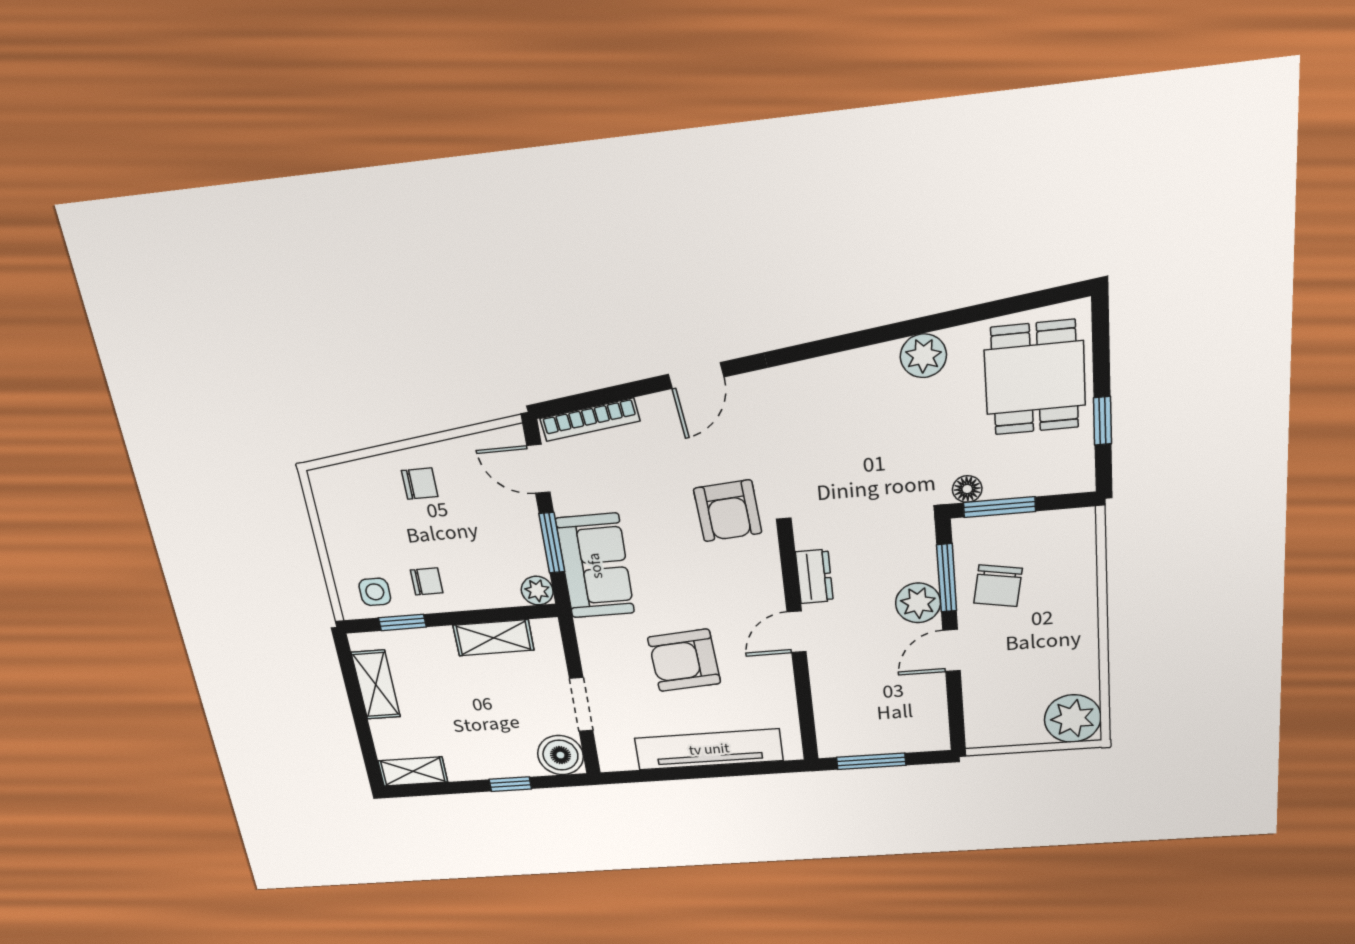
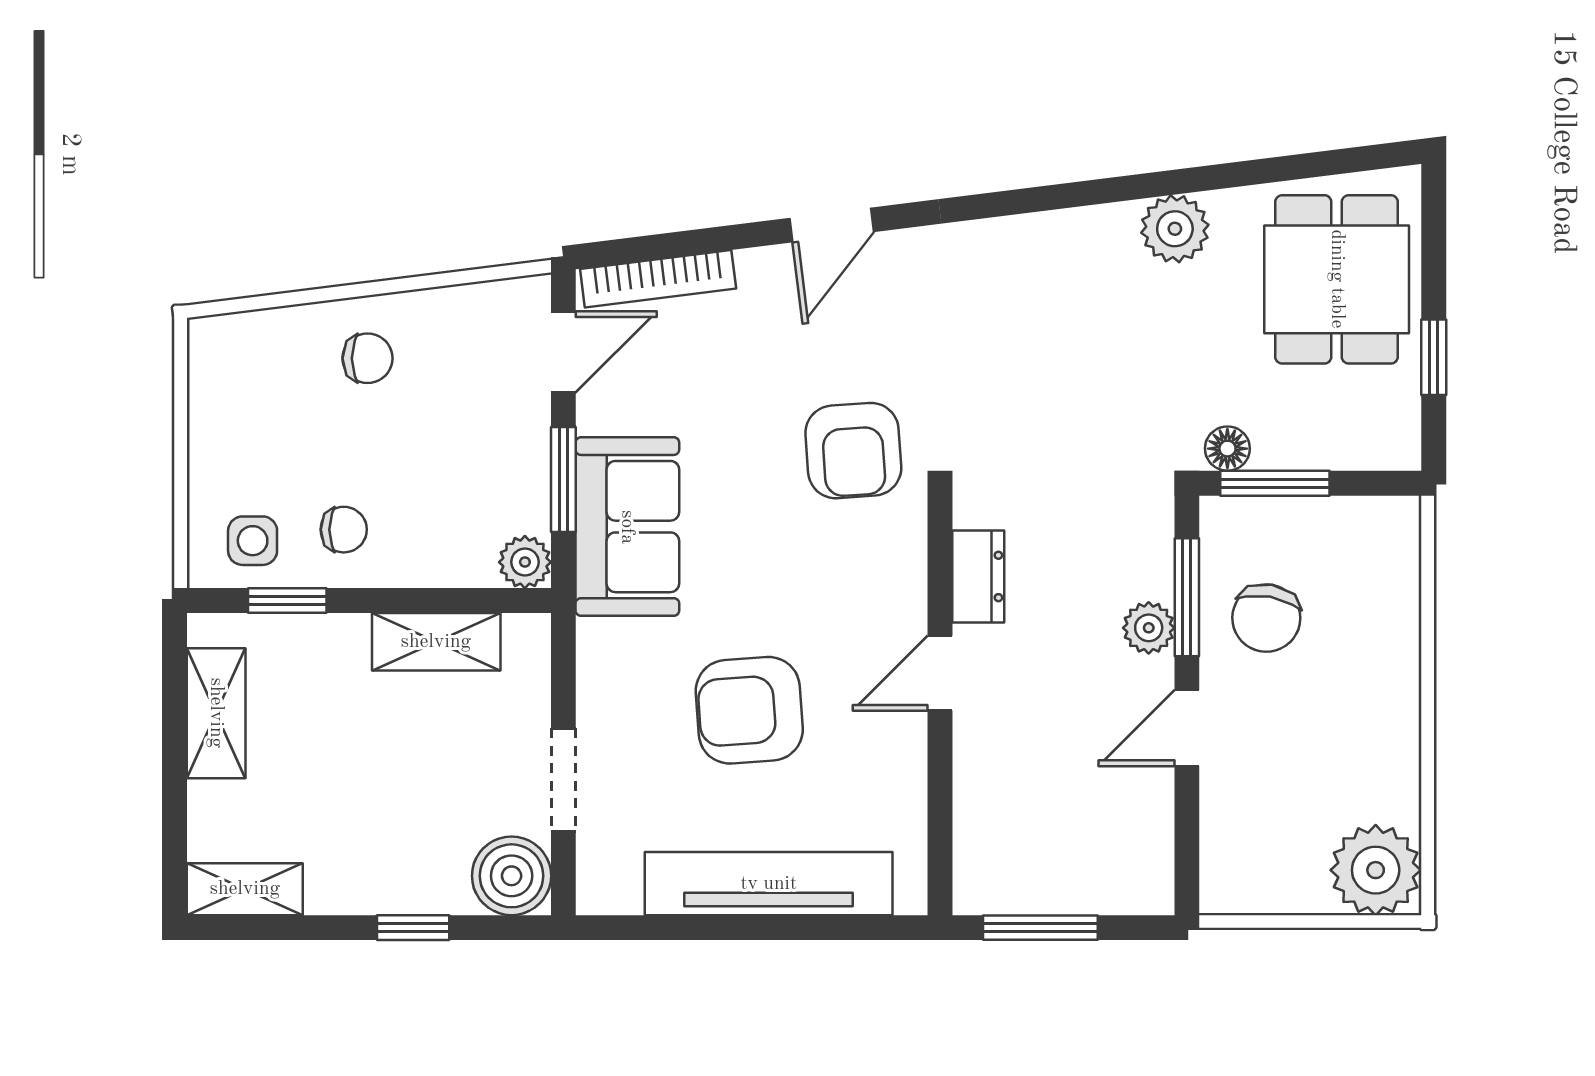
door: (538, 469) -> (563, 352), swing flipped
plant: (918, 603) -> (1149, 628), width x0.73, depth x0.73

